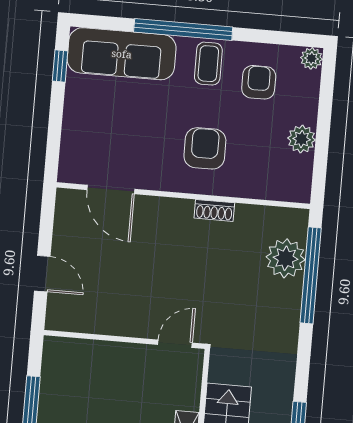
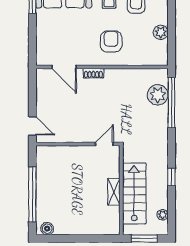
shoe rack: (214, 210) -> (93, 73), moved
door: (42, 274) -> (32, 126), moved

